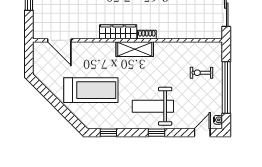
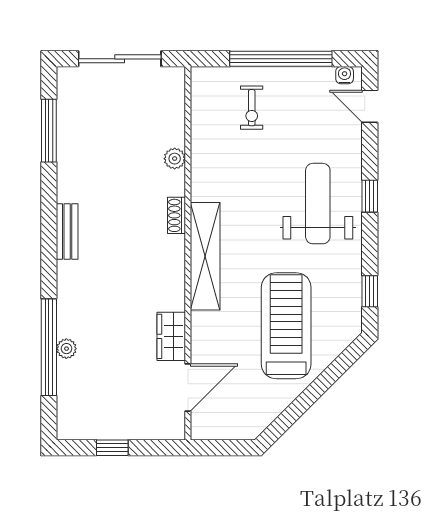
wardrobe: (118, 32) -> (171, 336), moved, width x0.67
plant: (176, 34) -> (175, 159), added
shelving: (135, 49) -> (205, 256), width x1.47
weight bench: (153, 106) -> (318, 204), turned 180

